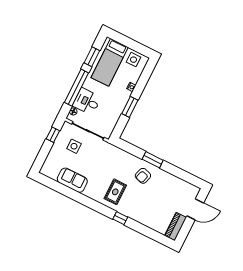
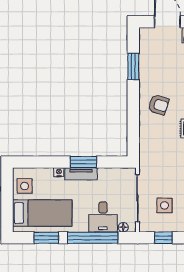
tv unit: (123, 101) -> (81, 174), added
window: (153, 160) -> (133, 66), moved

